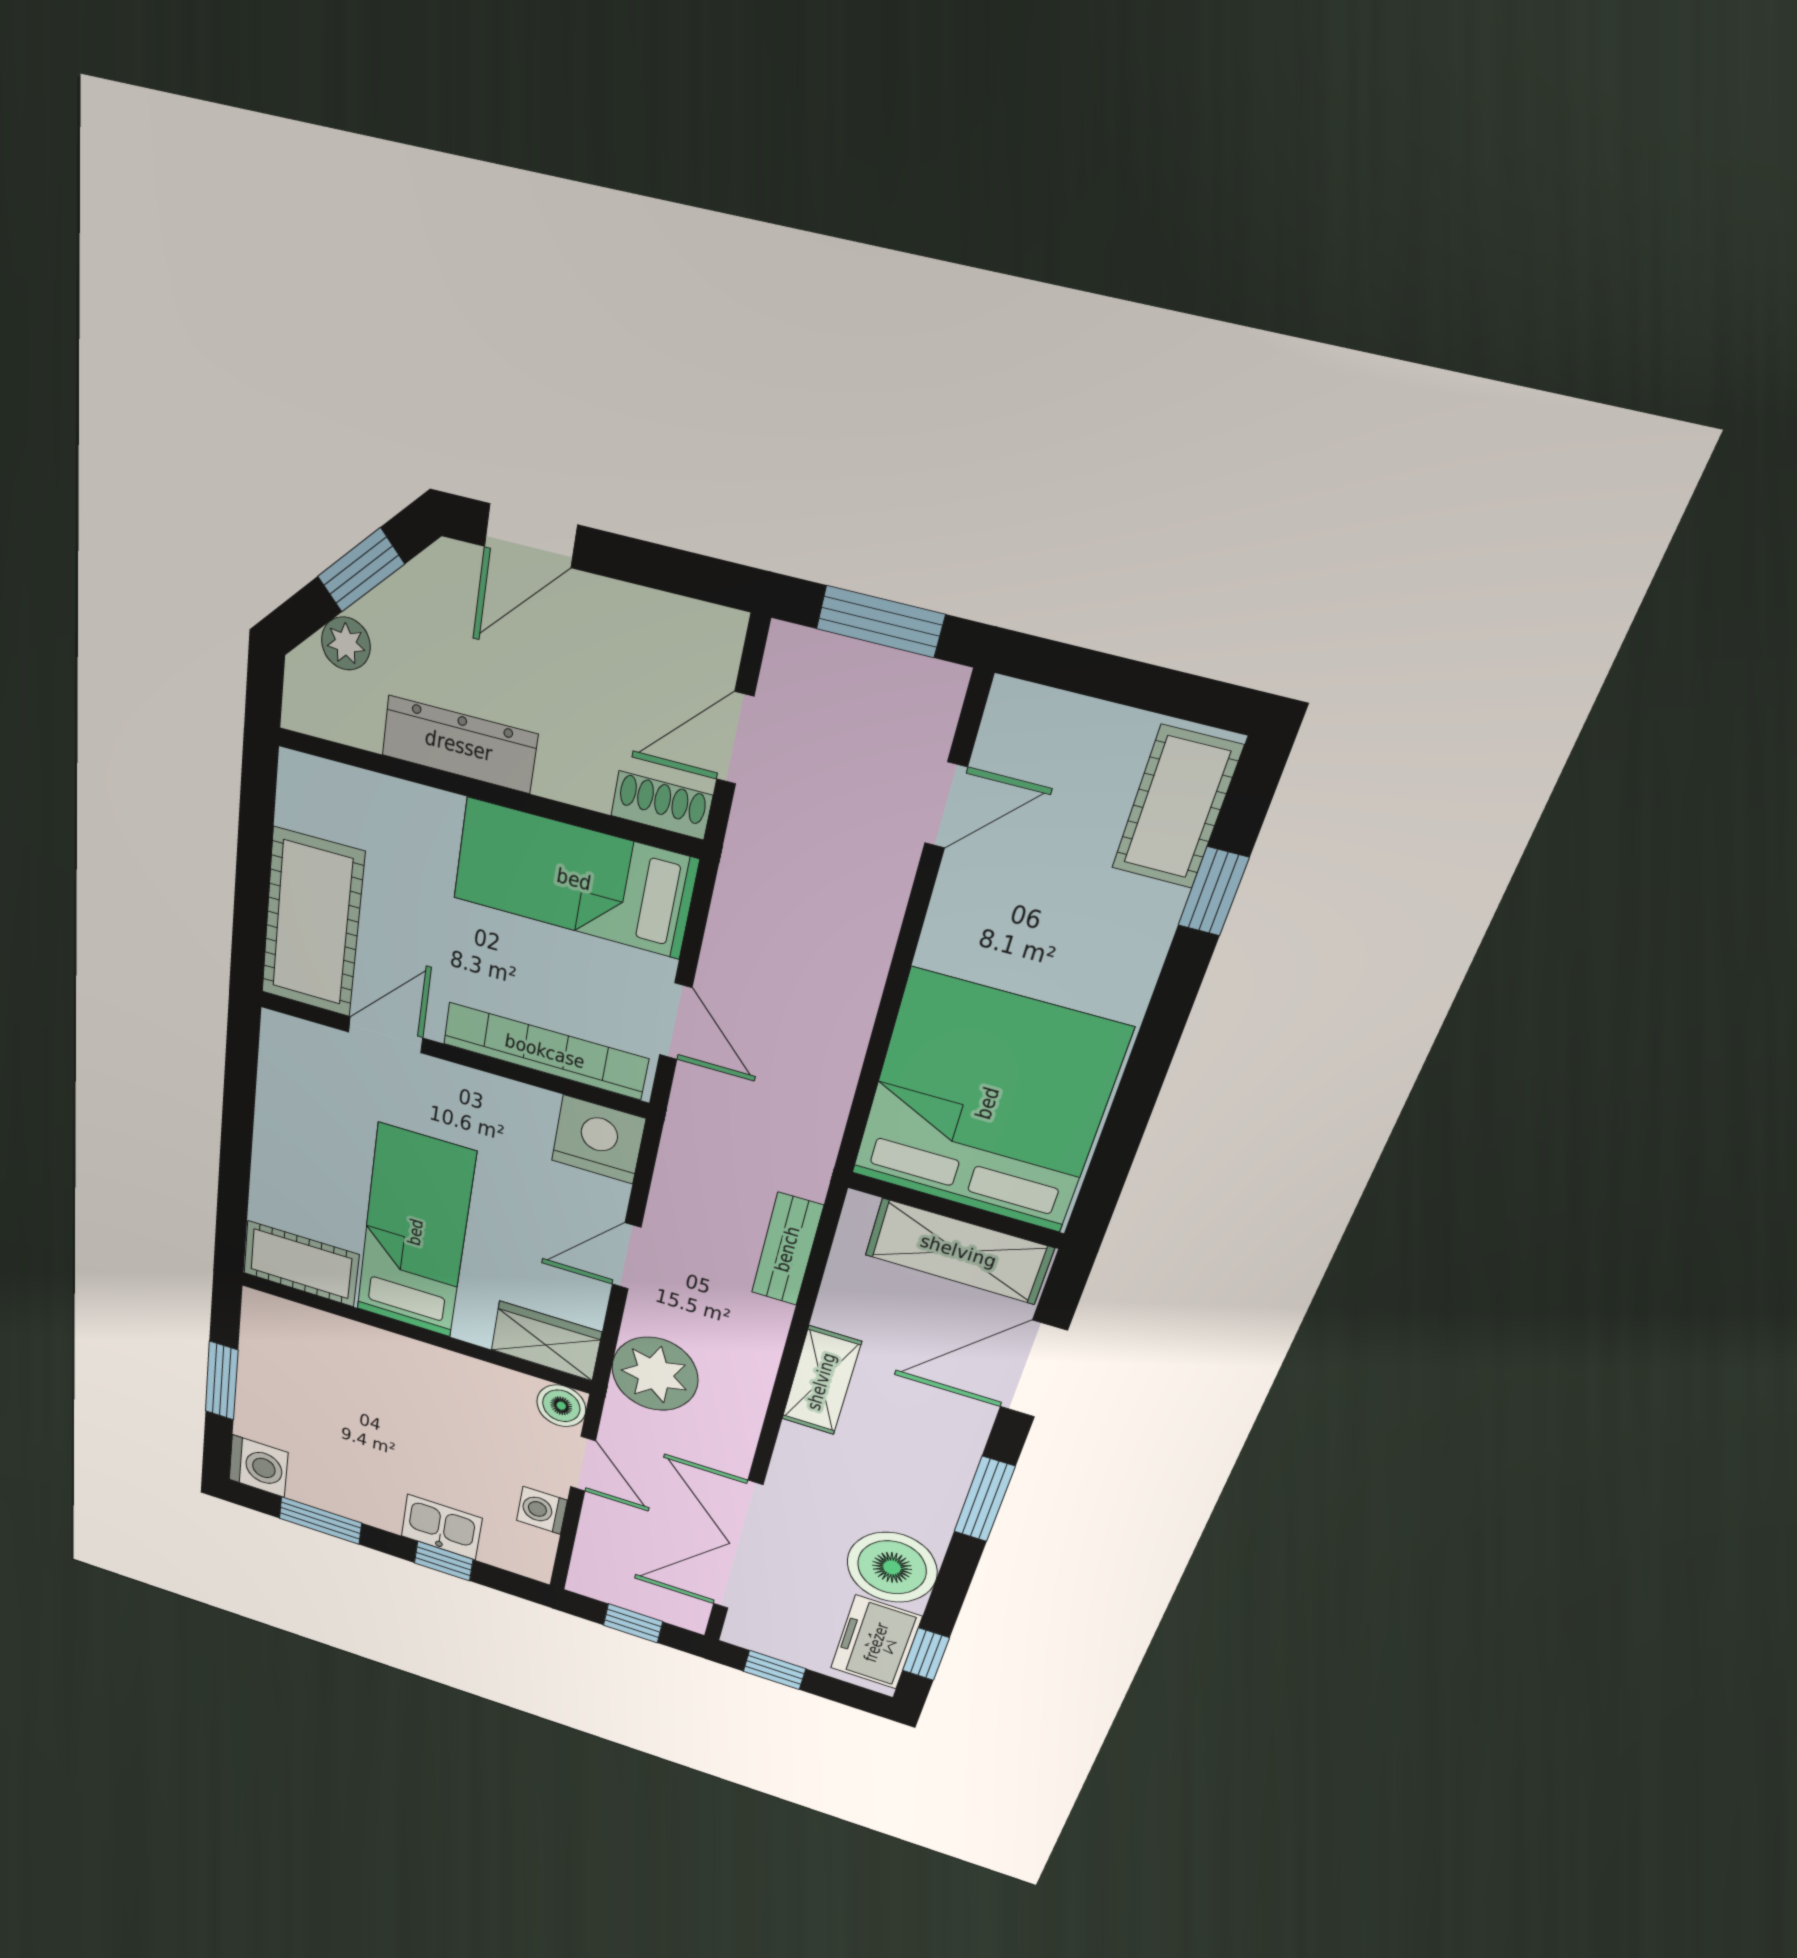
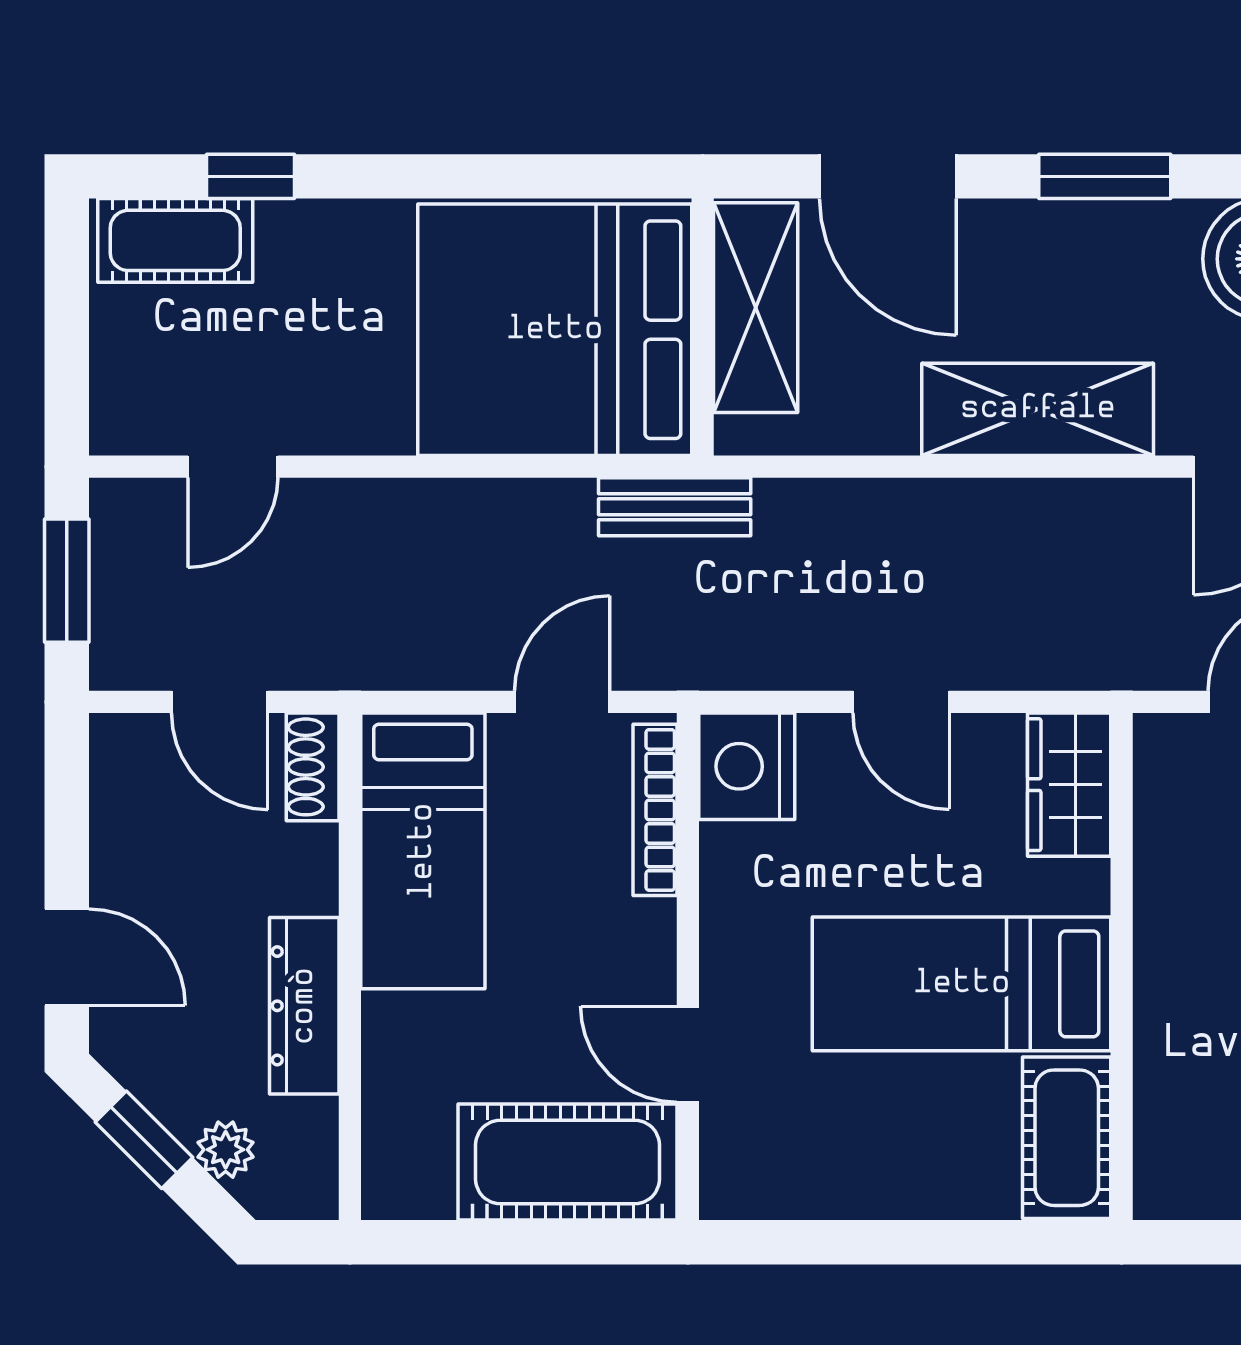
door: (946, 805) -> (233, 467), swing flipped
bookcase: (545, 1051) -> (655, 810), width x0.68, depth x0.76
bench: (787, 1249) -> (675, 507), moved
plant: (655, 1374) -> (1068, 633), removed
shelving: (821, 1381) -> (1038, 409), width x1.50, depth x1.33
boiler: (561, 1406) -> (1167, 748), removed

